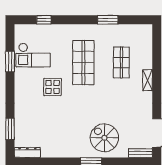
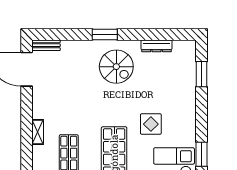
spiral stairs: (104, 138) -> (116, 67), moved
dresser: (27, 152) -> (157, 46), moved

